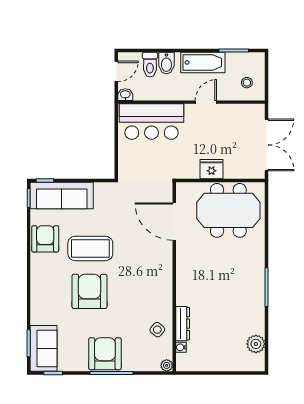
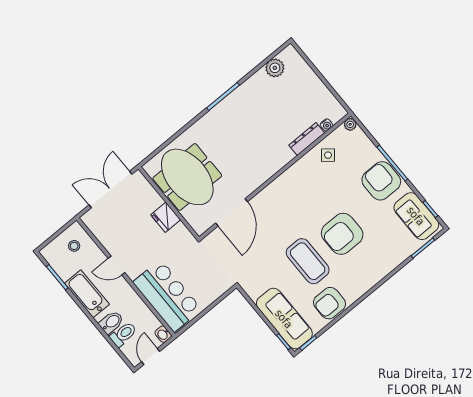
door: (116, 71) -> (151, 356), hinge flipped
sofa: (43, 348) -> (416, 216), moved, turned -90
armchair: (105, 354) -> (381, 181), turned 90

